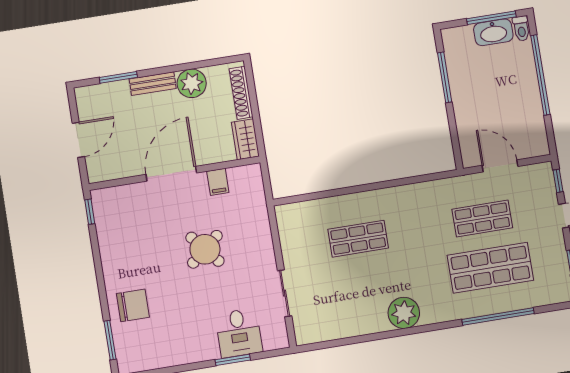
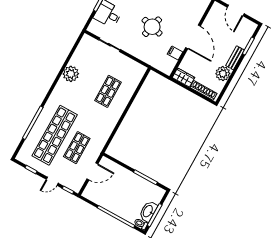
round table: (205, 249) -> (152, 27), turned -36
shop shelf: (490, 268) -> (55, 135), width x1.40
plant: (404, 313) -> (71, 74), moved

